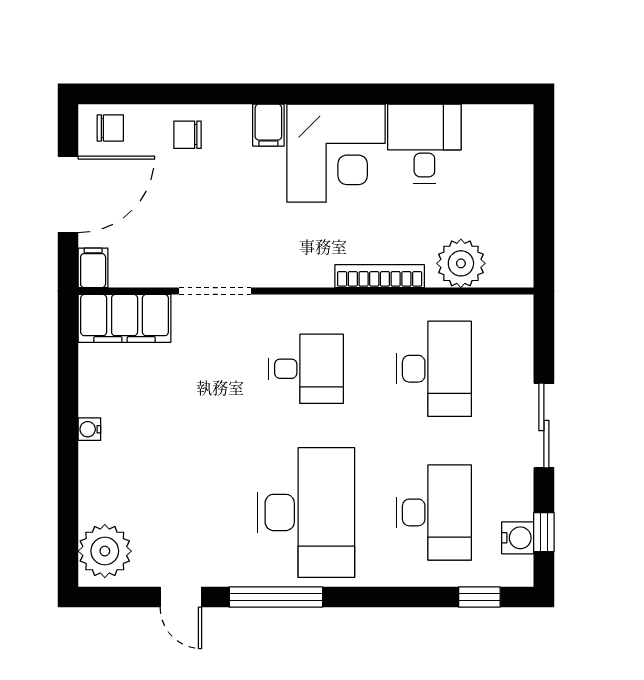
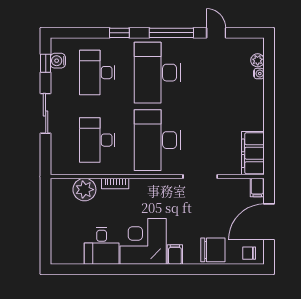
chair: (187, 135) -> (213, 250), width x1.87, depth x1.87
bookcase: (380, 276) -> (115, 184), width x0.64
filing cabinet: (125, 318) -> (253, 153), moved, turned -90
desk: (306, 369) -> (157, 140), width x1.87, depth x1.30
water cooler: (89, 429) -> (259, 74), moved
plant: (105, 551) -> (258, 60), width x0.53, depth x0.53
window: (479, 597) -> (119, 33), moved

